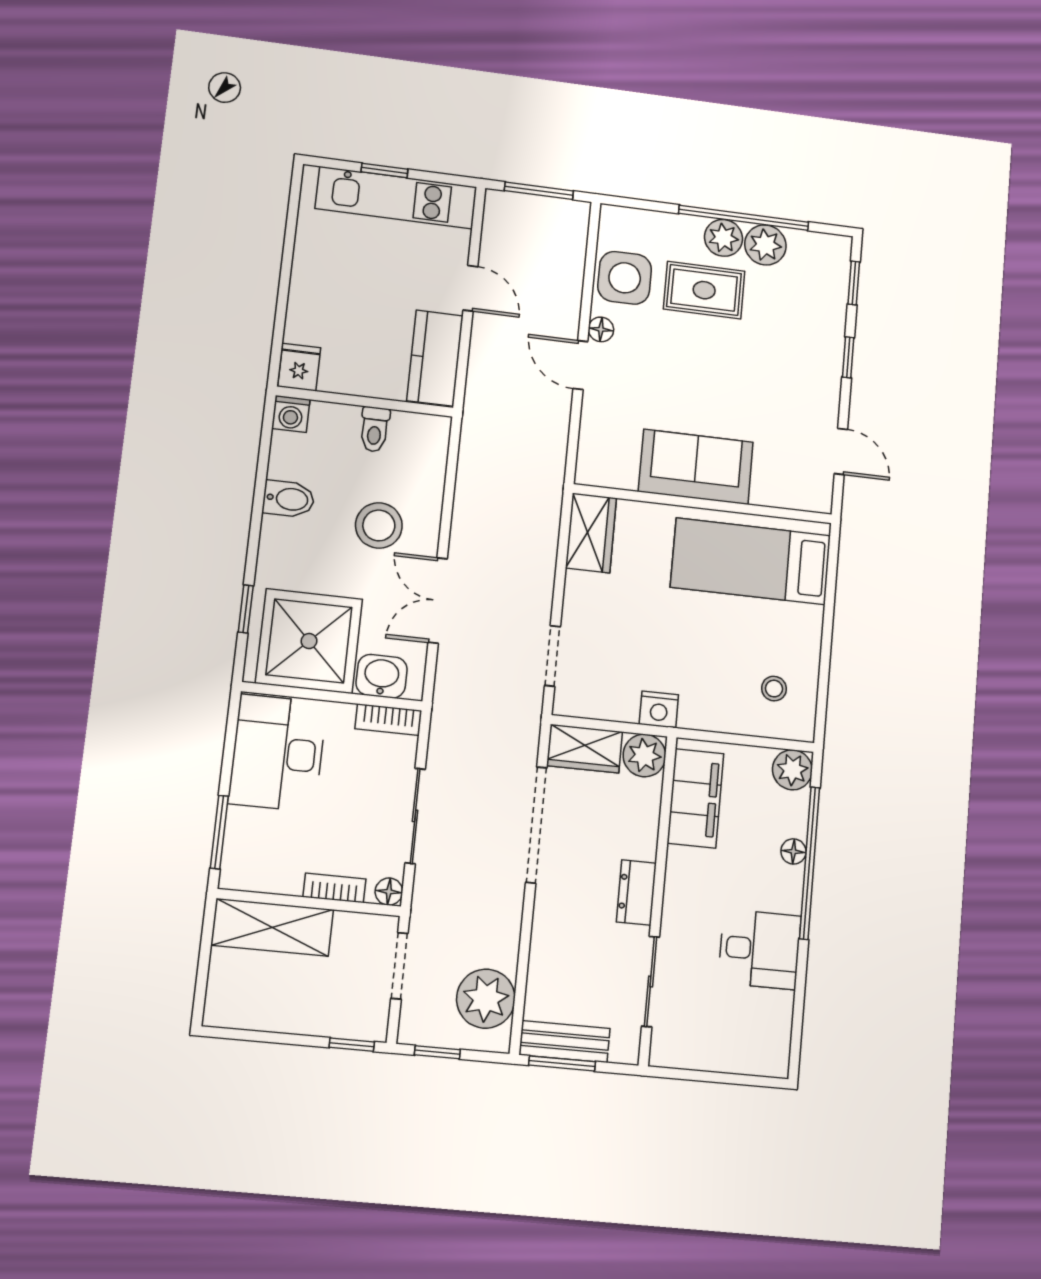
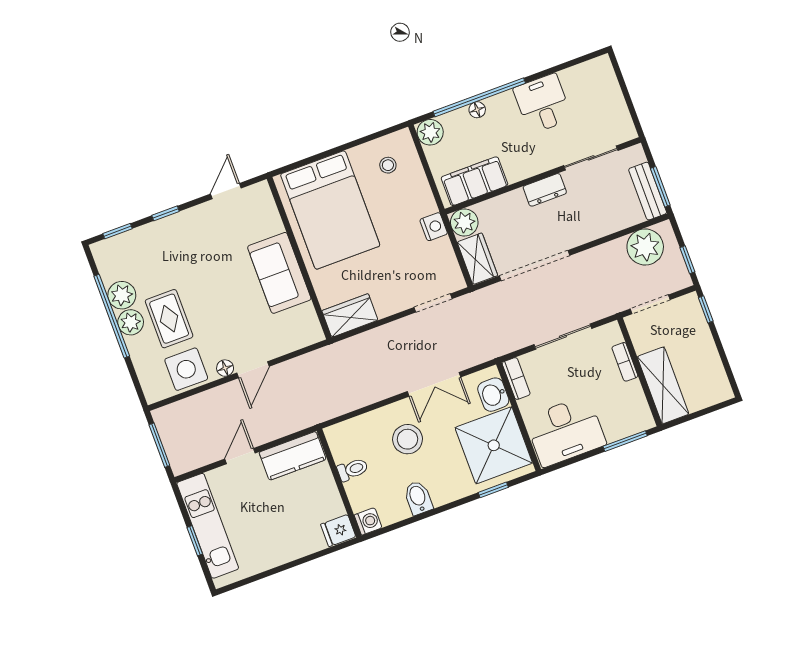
bed: (751, 561) -> (330, 210), width x1.50
floor lamp: (389, 892) -> (612, 330), removed

